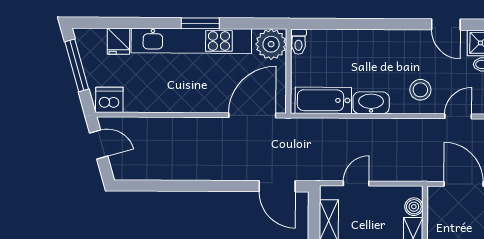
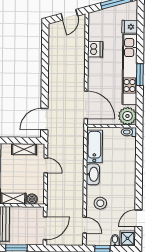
dishwasher: (109, 100) -> (95, 49), moved

